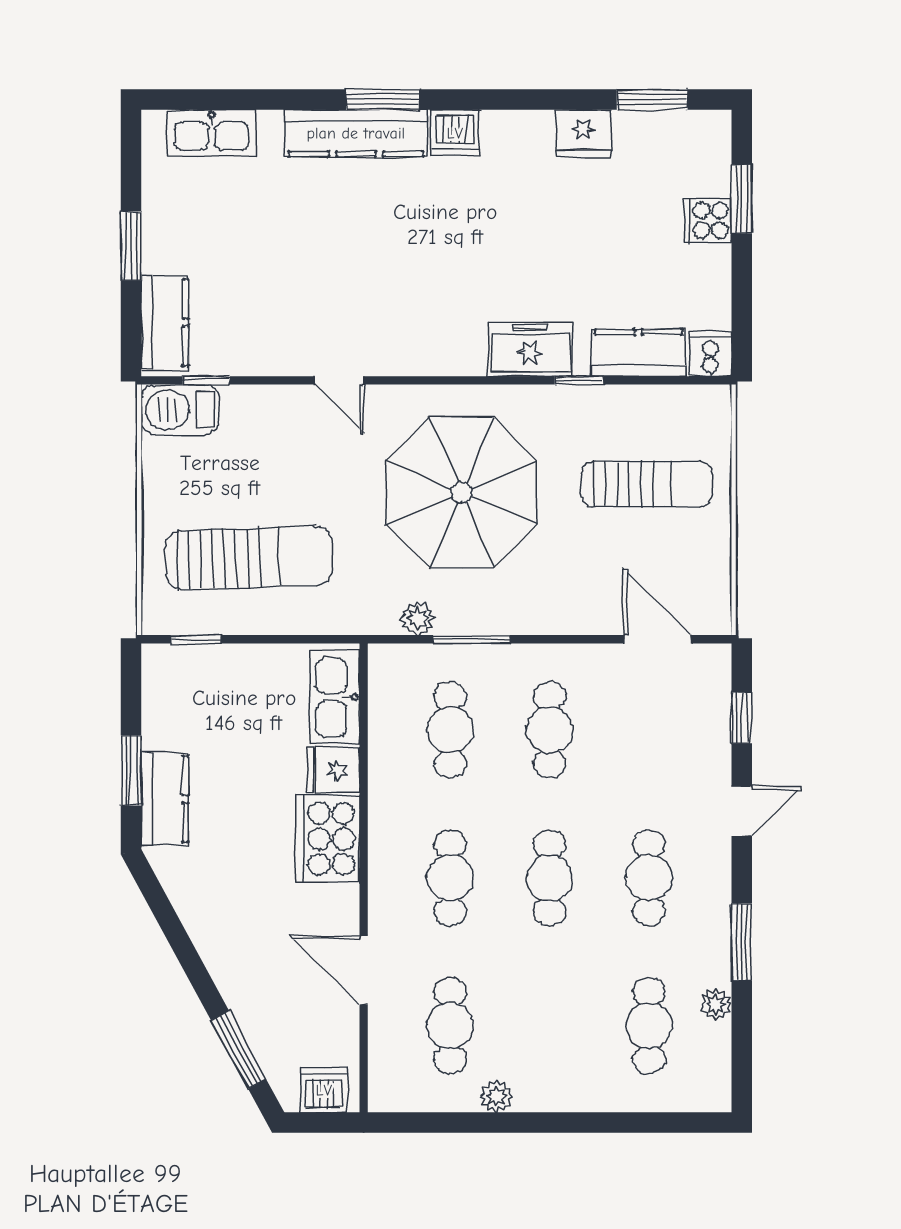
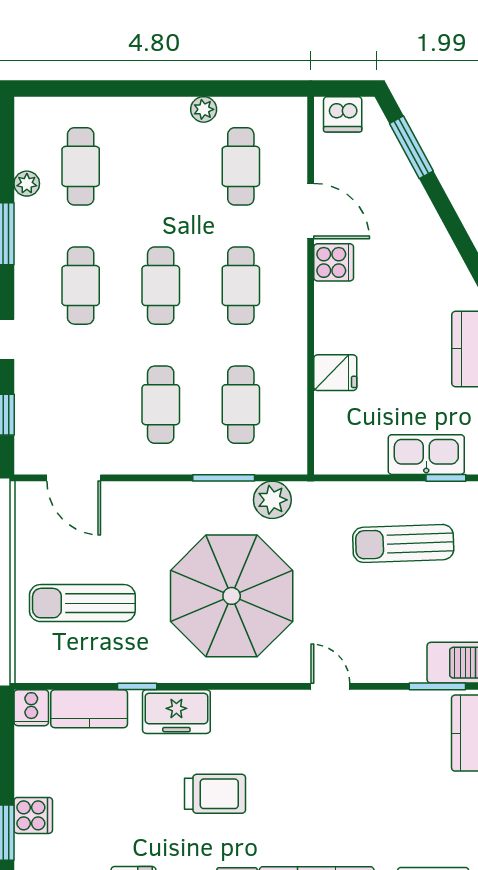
trolley: (482, 247) -> (215, 794), added
window: (206, 380) -> (437, 686), width x1.50
sun lounger: (249, 558) -> (403, 543), width x0.73, depth x0.75
plant: (418, 618) -> (272, 500), width x1.38, depth x1.38
kitchen sink: (335, 697) -> (426, 455), moved, turned -90
cooker: (327, 839) -> (334, 262), moved, width x0.53, depth x0.76

